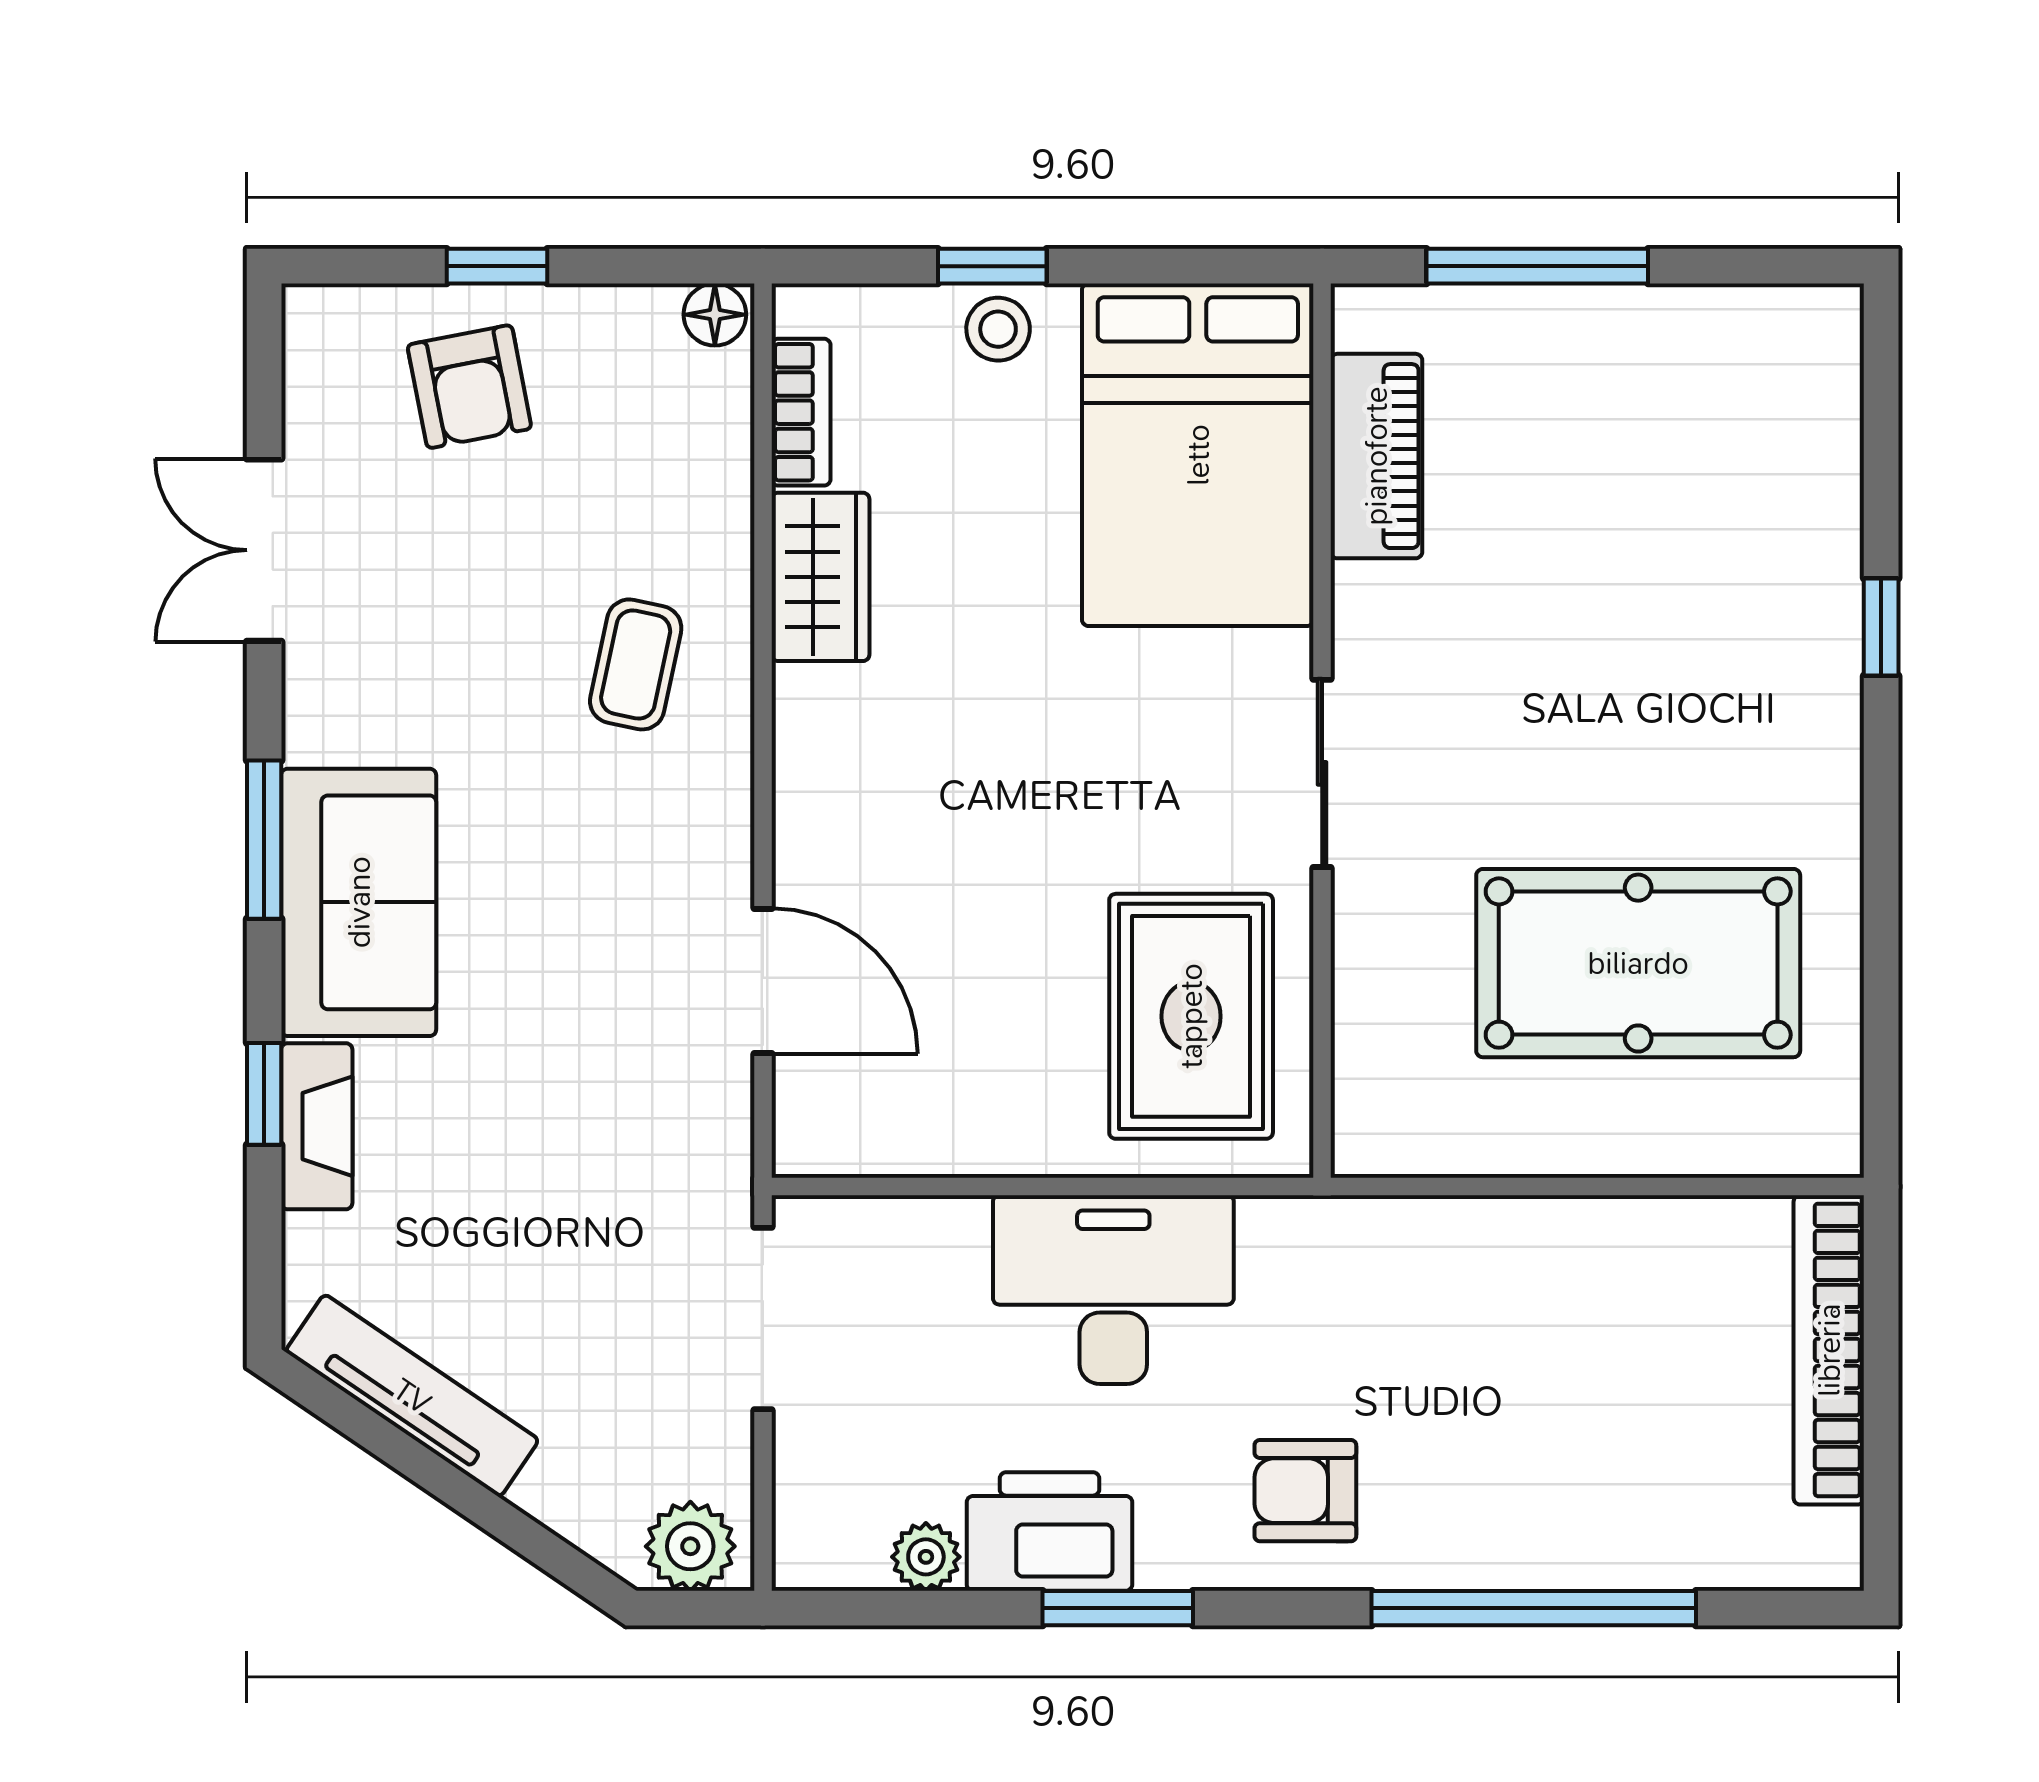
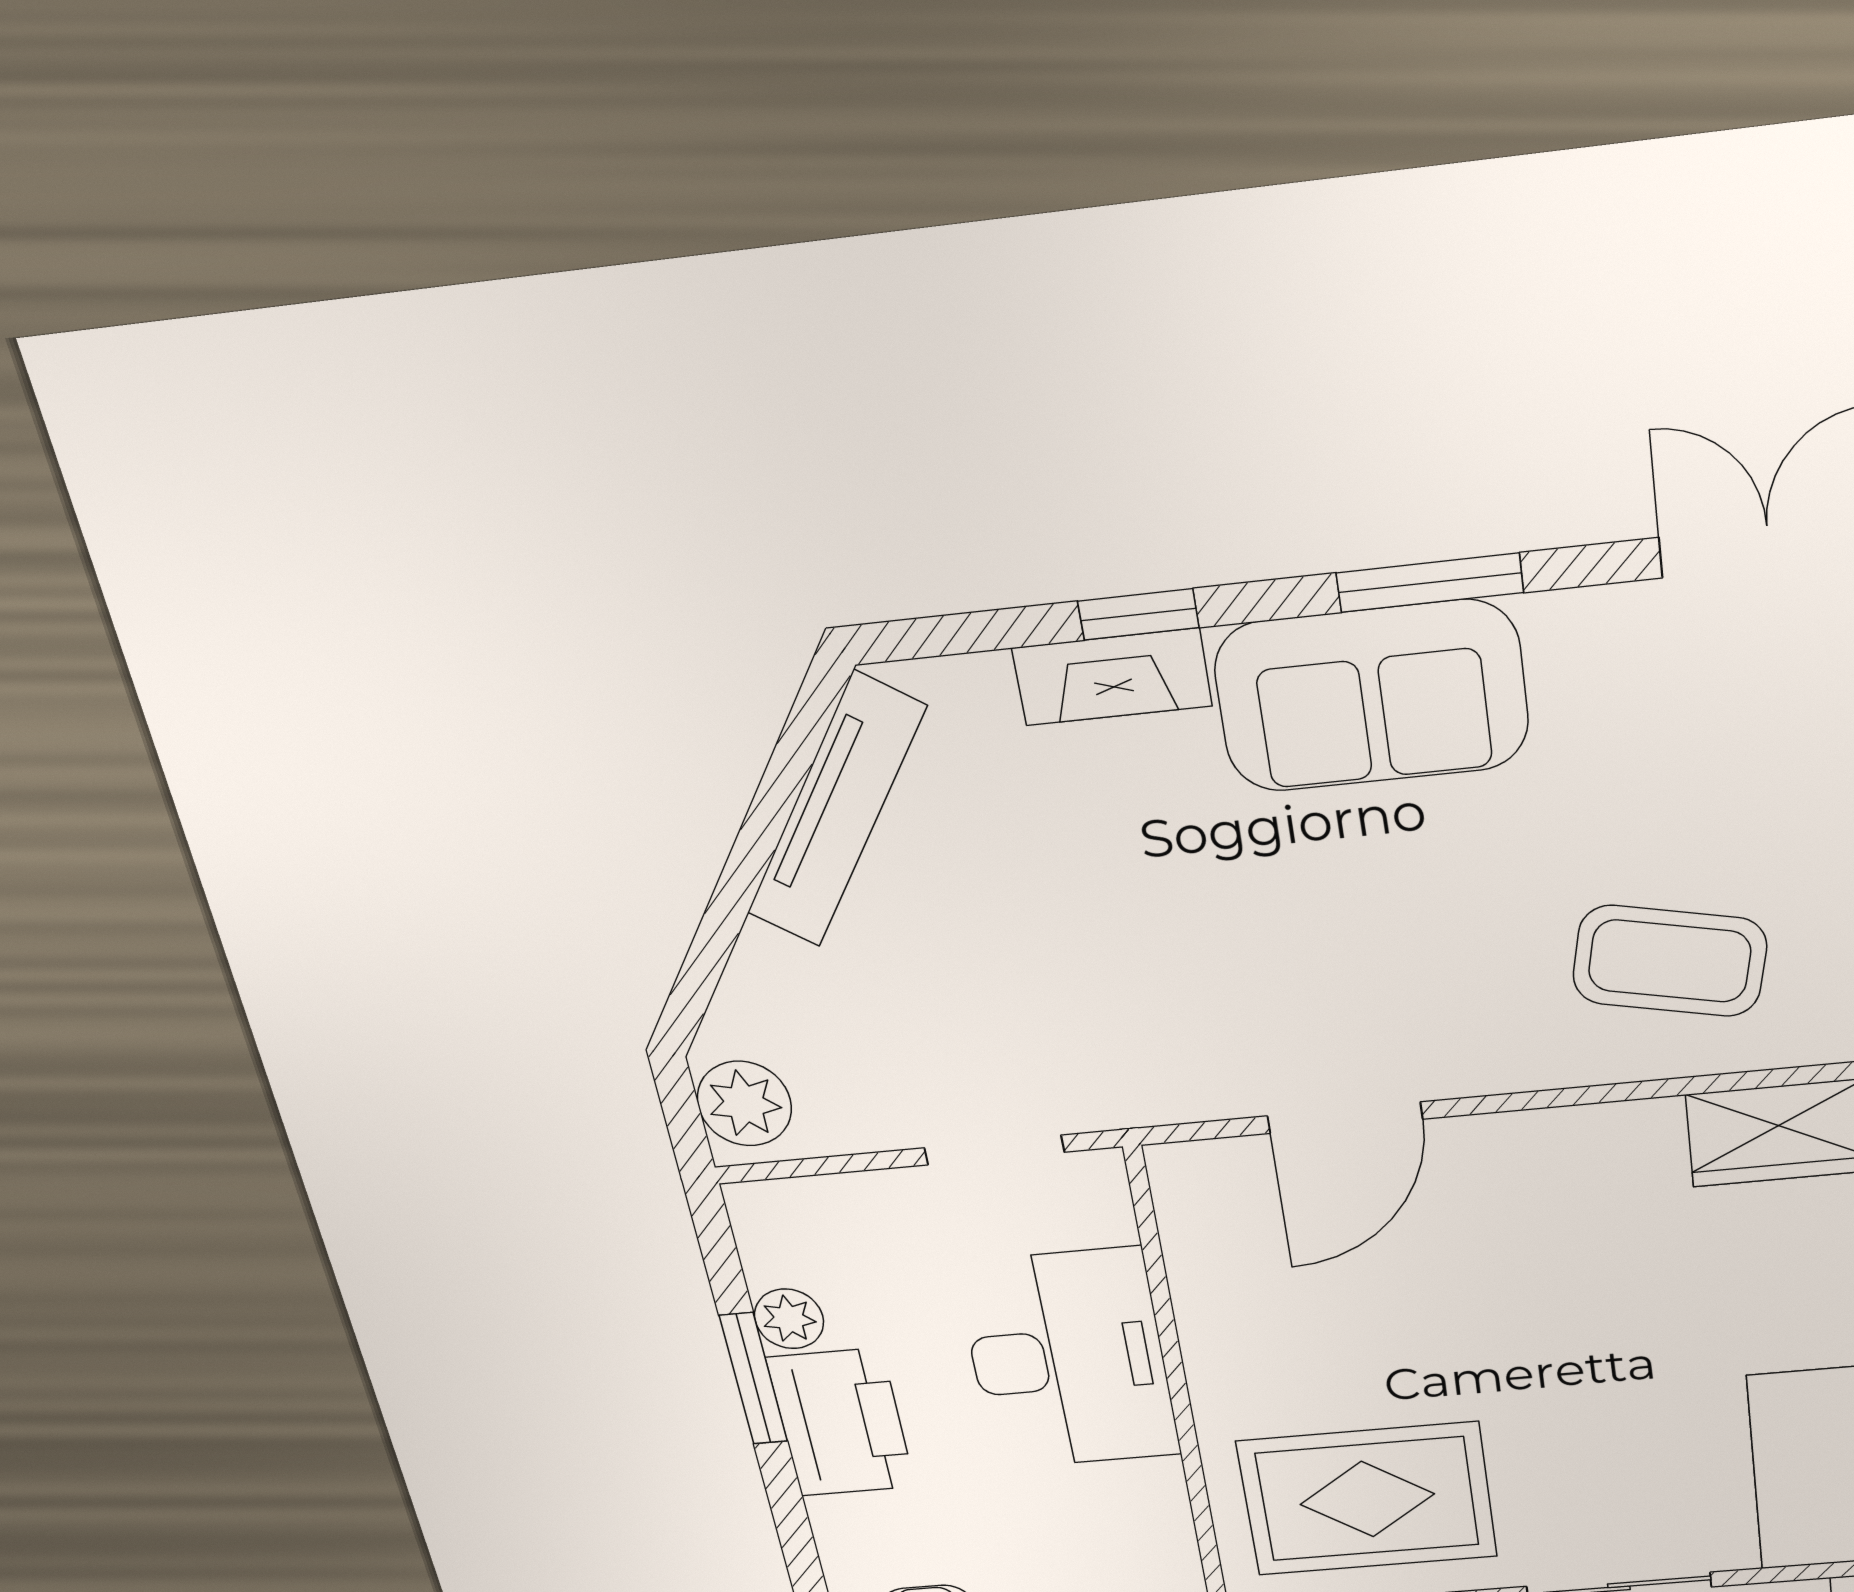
coffee table: (636, 664) -> (1670, 961), width x1.36, depth x1.30
desk: (1113, 1290) -> (1068, 1359), moved
doorway: (763, 1318) -> (994, 1150), width x0.73
window: (1118, 1608) -> (753, 1379), moved

